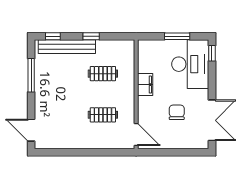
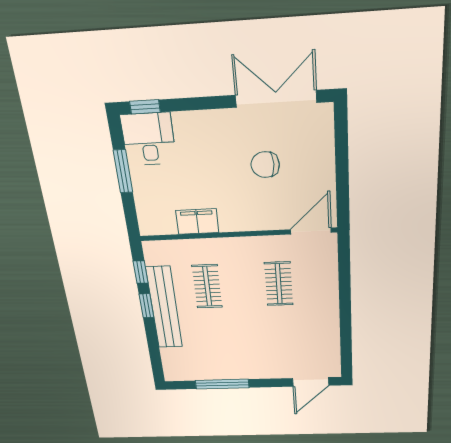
window: (53, 36) -> (141, 272), moved
bench: (67, 47) -> (164, 308), moved
desk: (190, 64) -> (149, 139), width x0.53, depth x0.77
filing cabinet: (145, 85) -> (197, 222), moved

